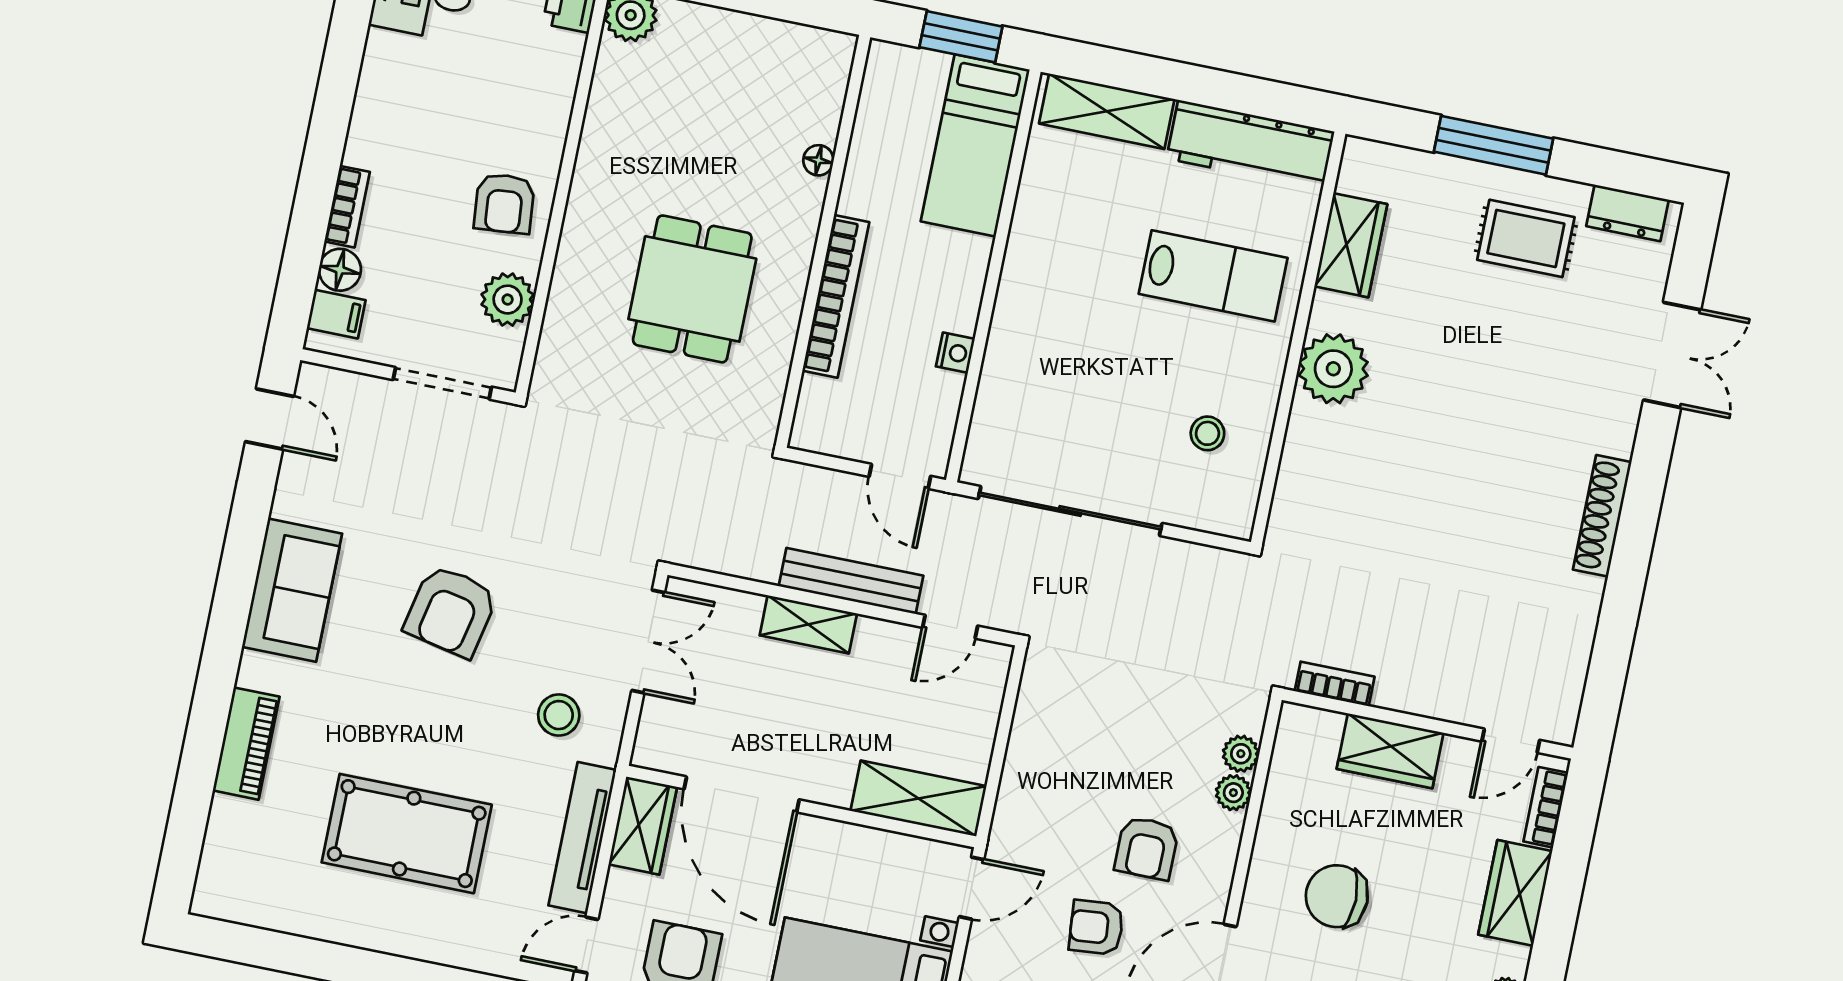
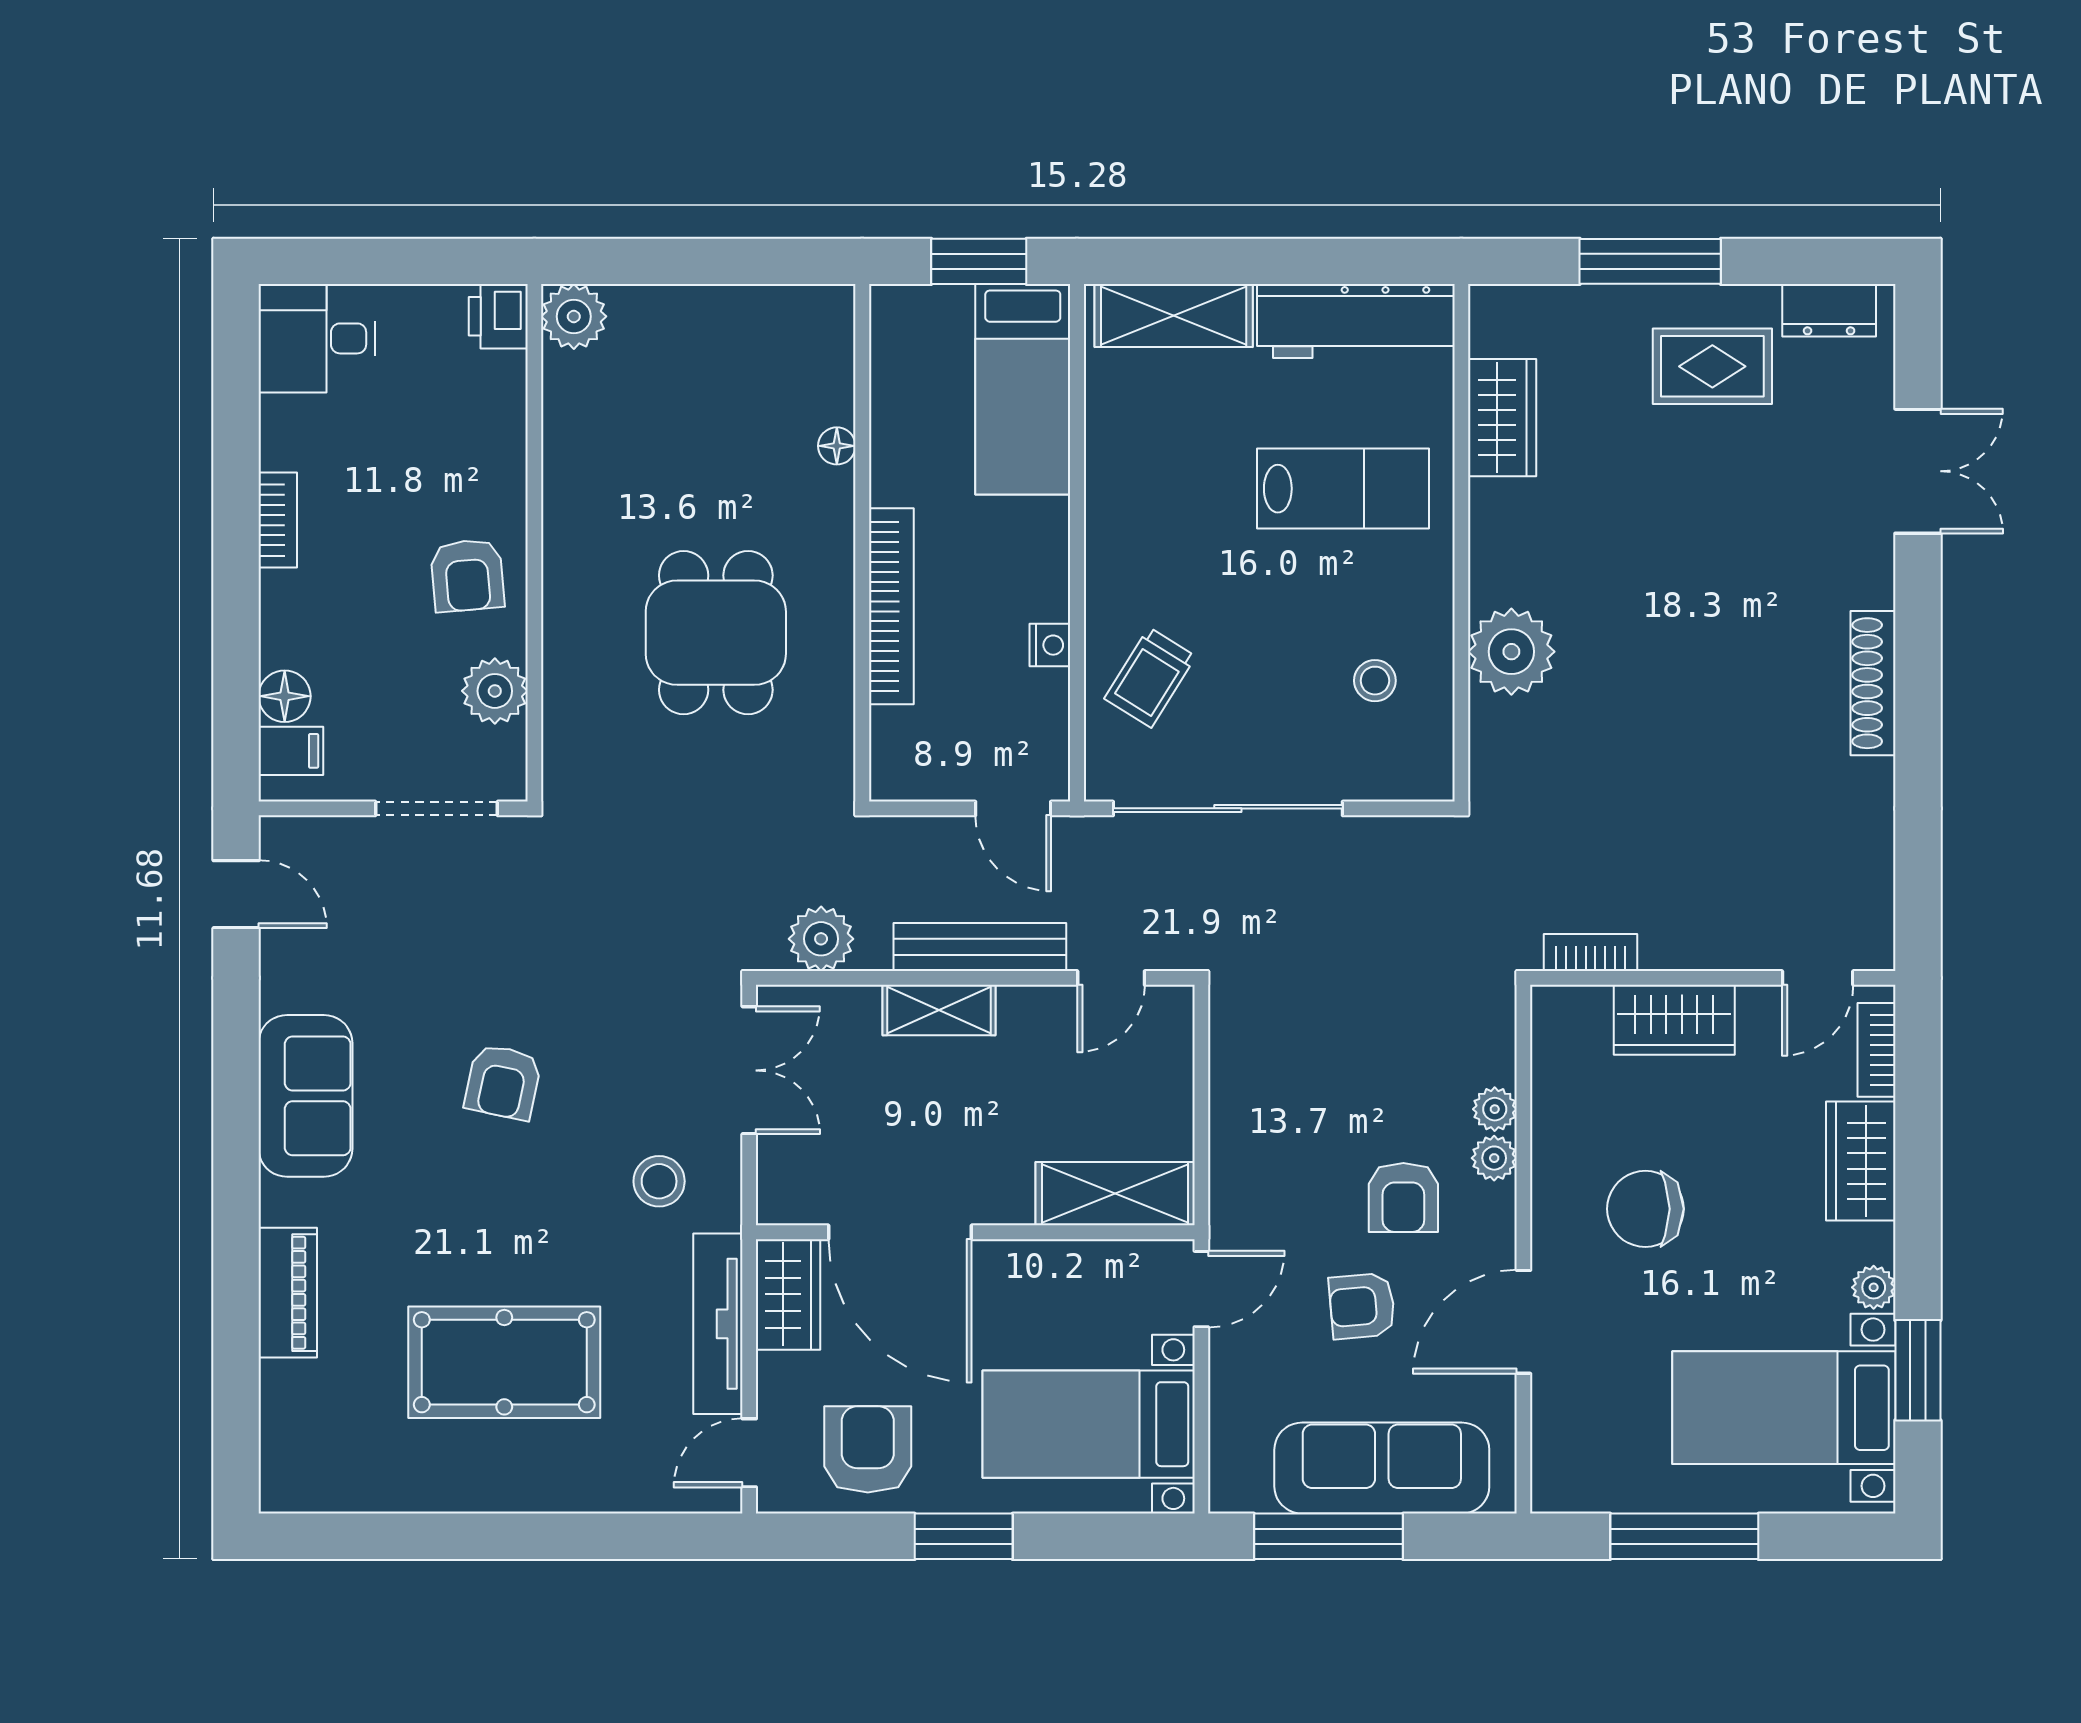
bookcase: (347, 207) -> (278, 520), moved
plant: (1333, 369) -> (1511, 652), moved
trolley: (1030, 395) -> (1150, 677), added
plant: (726, 549) -> (821, 939), added
armchair: (451, 611) -> (503, 1082), width x0.72, depth x0.72
plant: (1241, 754) -> (1494, 1158), moved

